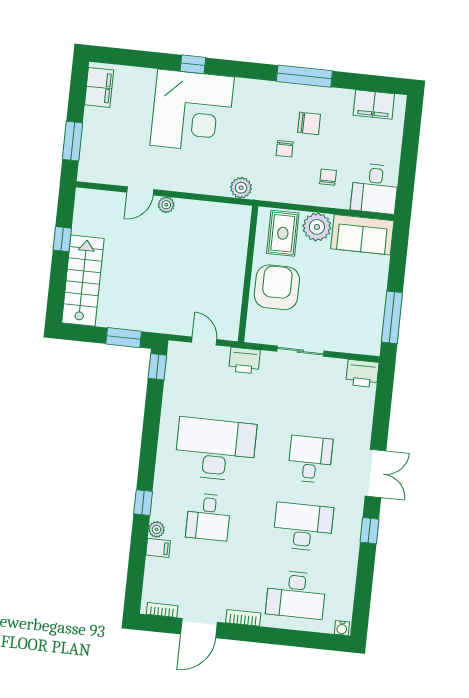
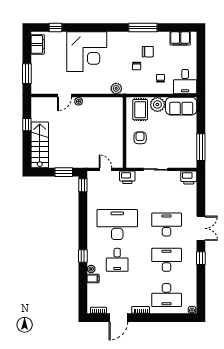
window: (193, 64) -> (55, 28), moved
armchair: (277, 287) -> (140, 138), width x0.53, depth x0.53
desk: (310, 459) -> (167, 225), width x1.37

